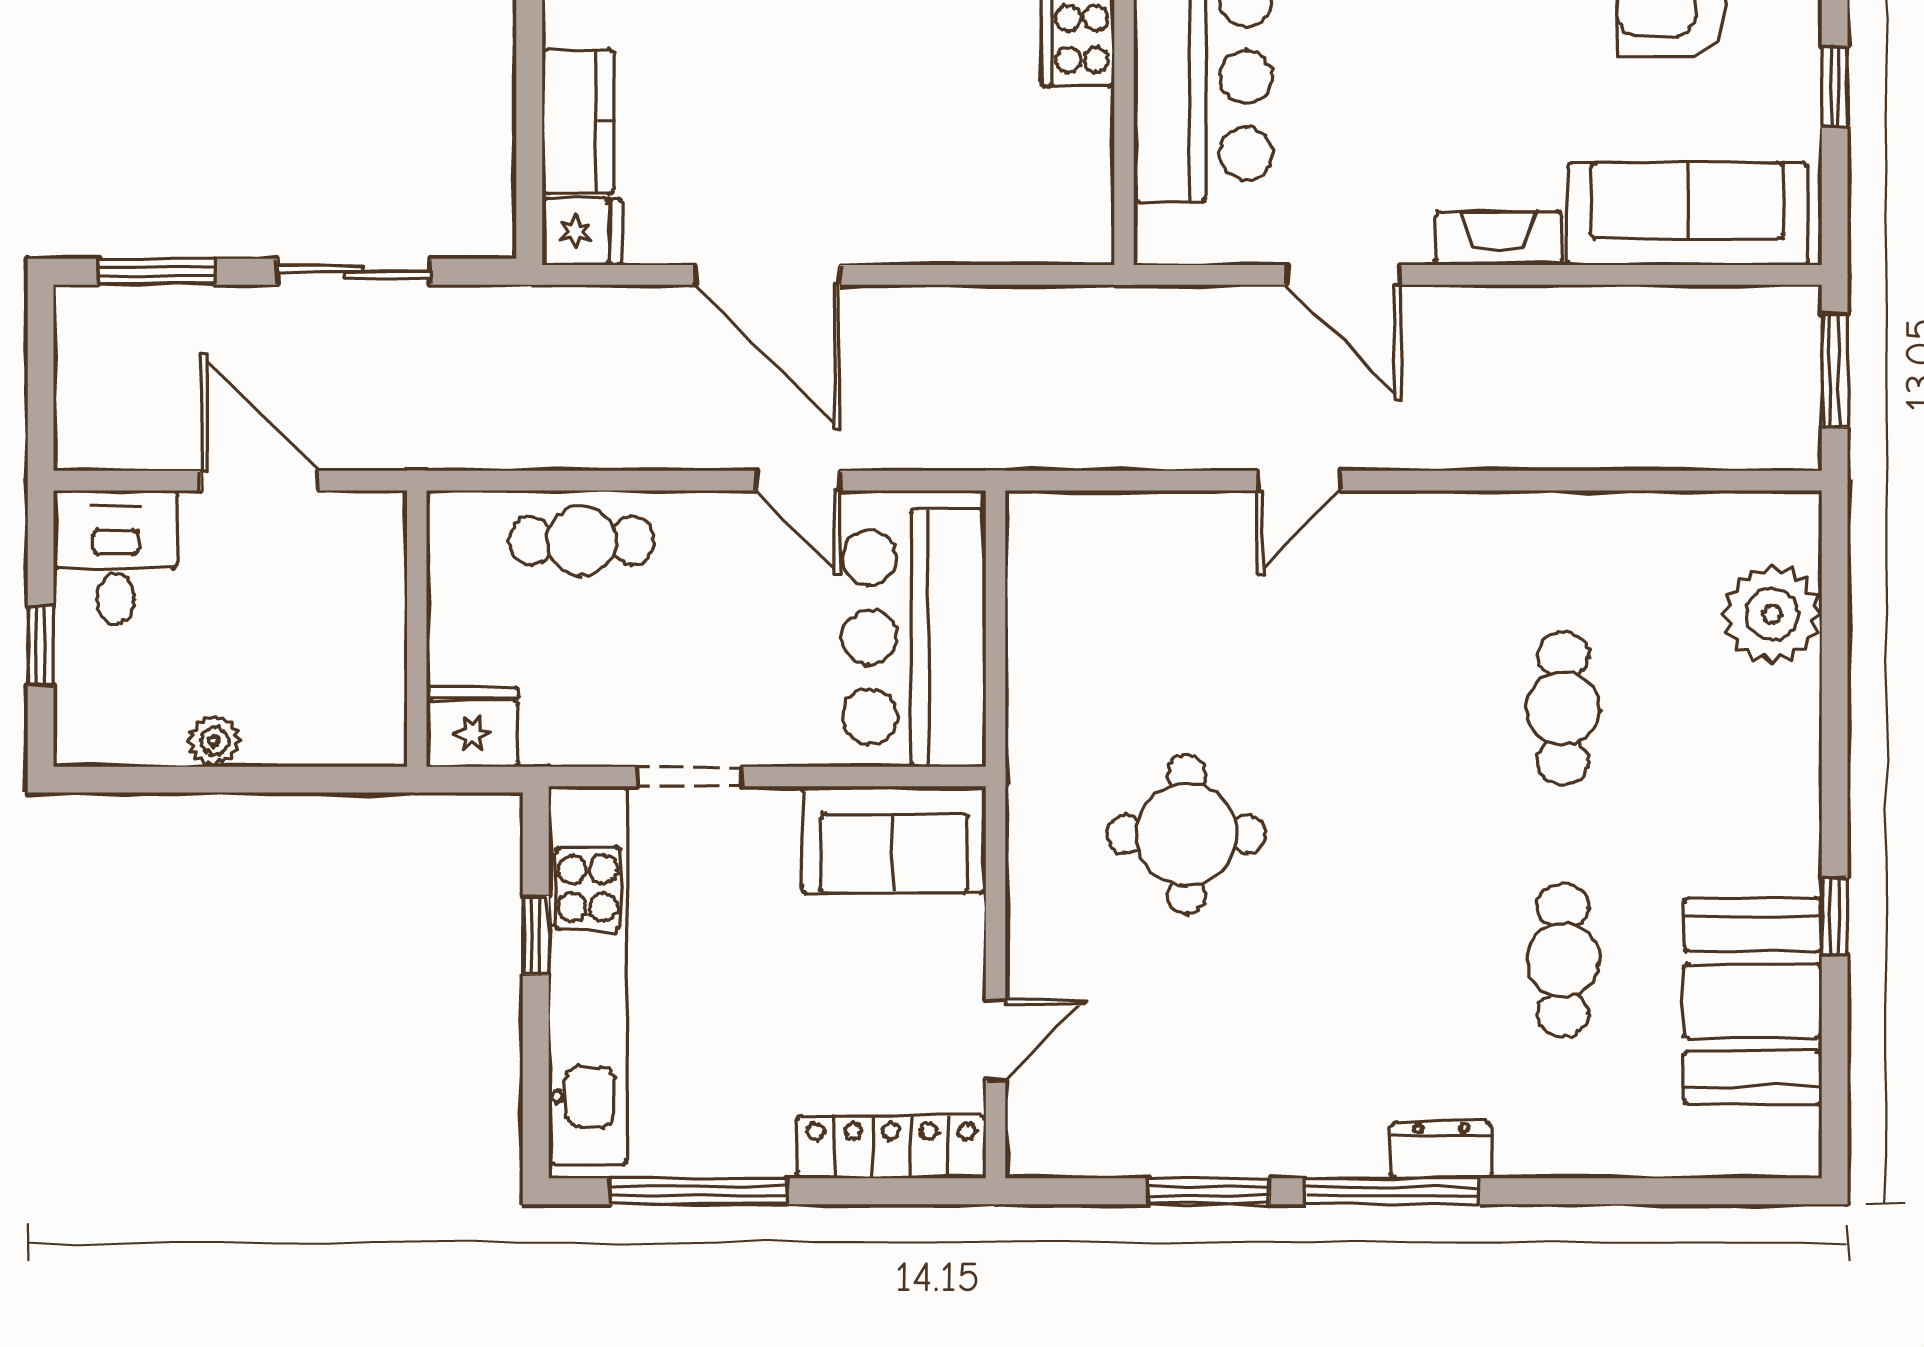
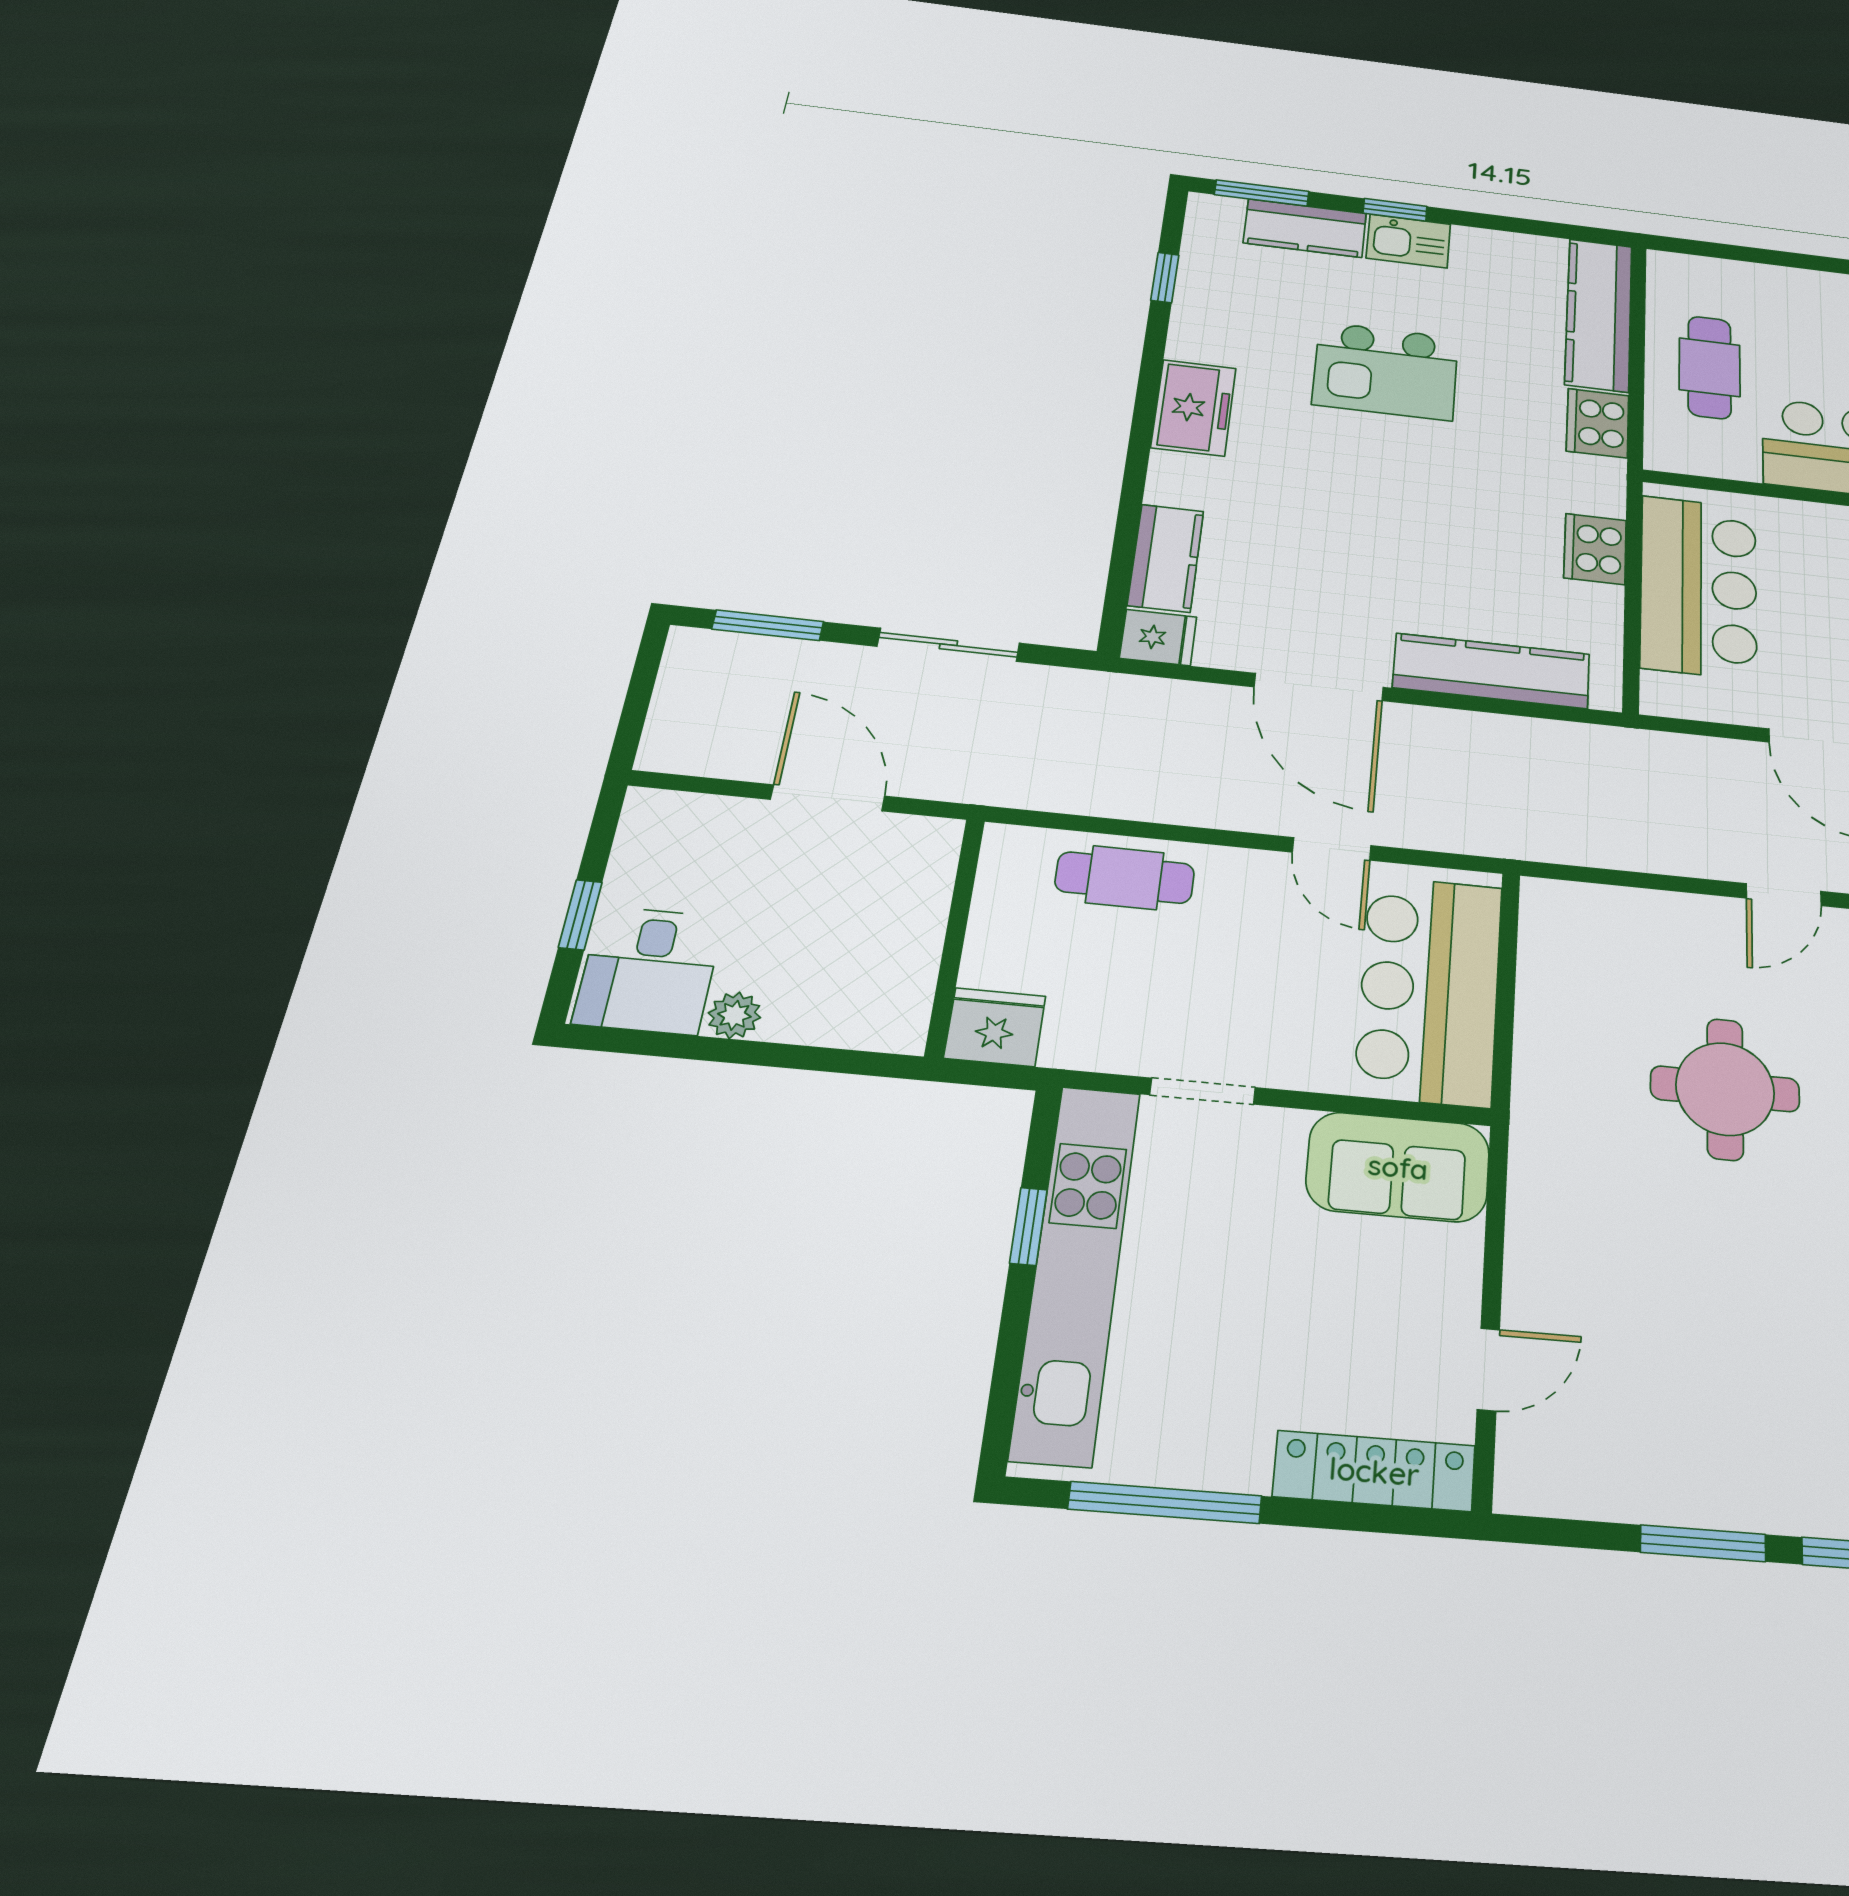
kitchen counter: (962, 228) -> (1492, 671), added
desk: (116, 557) -> (649, 970), moved, turned 180
round table: (1186, 835) -> (1725, 1089), moved

